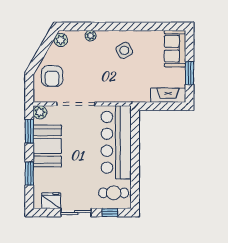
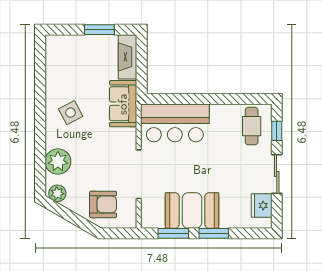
plant: (91, 36) -> (58, 161), width x1.88, depth x1.88
sofa: (175, 49) -> (123, 104), moved, turned 90
plant: (40, 112) -> (149, 220), removed
bar counter: (116, 142) -> (175, 123), width x0.73
window: (29, 174) -> (214, 233), moved

